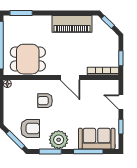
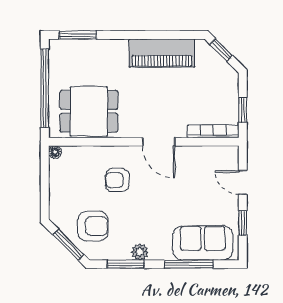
plant: (59, 140) -> (140, 252), width x0.53, depth x0.53

